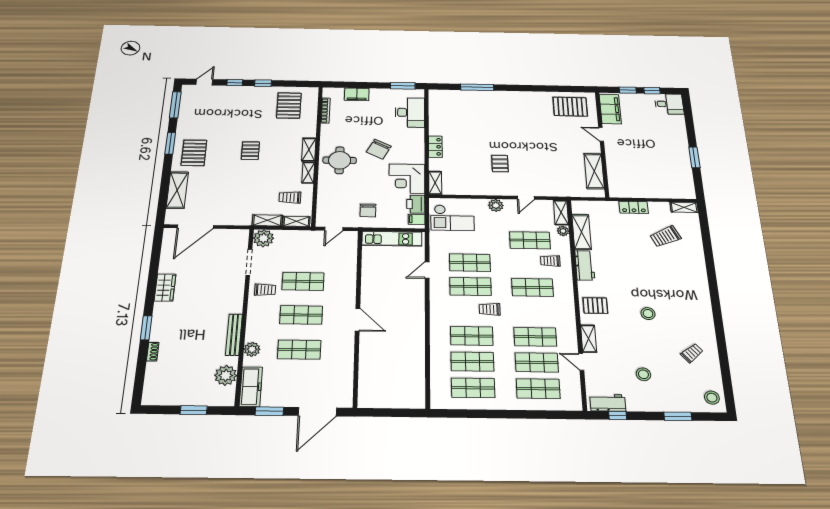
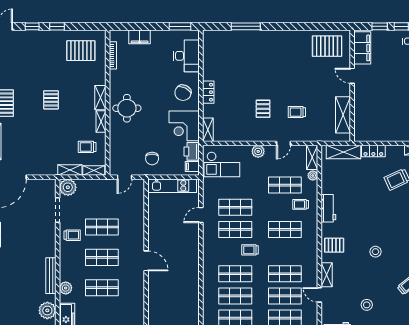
pallet: (289, 105) -> (81, 51), turned 90
chair: (379, 149) -> (183, 93), moved
trolley: (540, 167) -> (297, 112), added
shelving: (582, 232) -> (344, 152), moved, turned 90

